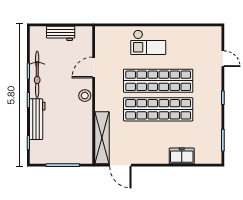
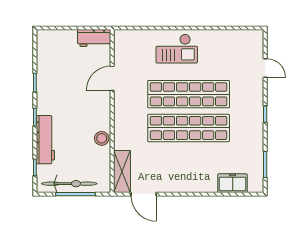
workbench: (61, 33) -> (94, 38), moved
bicycle: (37, 74) -> (69, 184), moved, turned -90
stool: (85, 96) -> (102, 138), moved
shelving: (102, 138) -> (122, 172), width x0.68
freezer: (182, 156) -> (233, 183), moved

